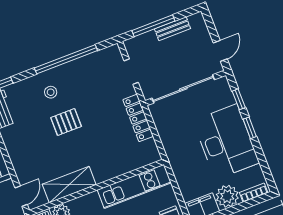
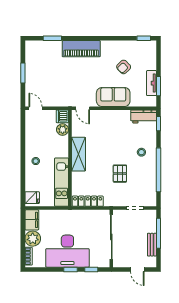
door: (220, 51) -> (137, 269), moved
locker: (138, 118) -> (88, 201), moved
pallet: (66, 122) -> (120, 174), moved
shelving: (69, 185) -> (78, 154), moved

